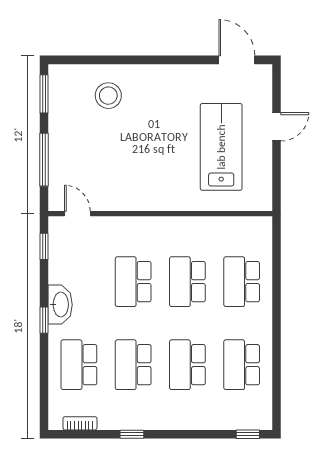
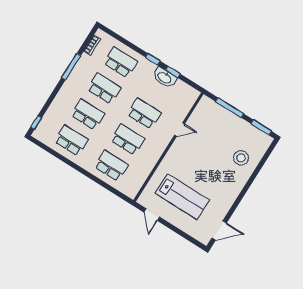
door: (277, 127) -> (152, 215), moved
door: (77, 214) -> (180, 130), moved
window: (44, 246) -> (173, 72), moved
washbasin: (60, 305) -> (165, 77), moved
window: (132, 434) -> (71, 67), width x2.17

